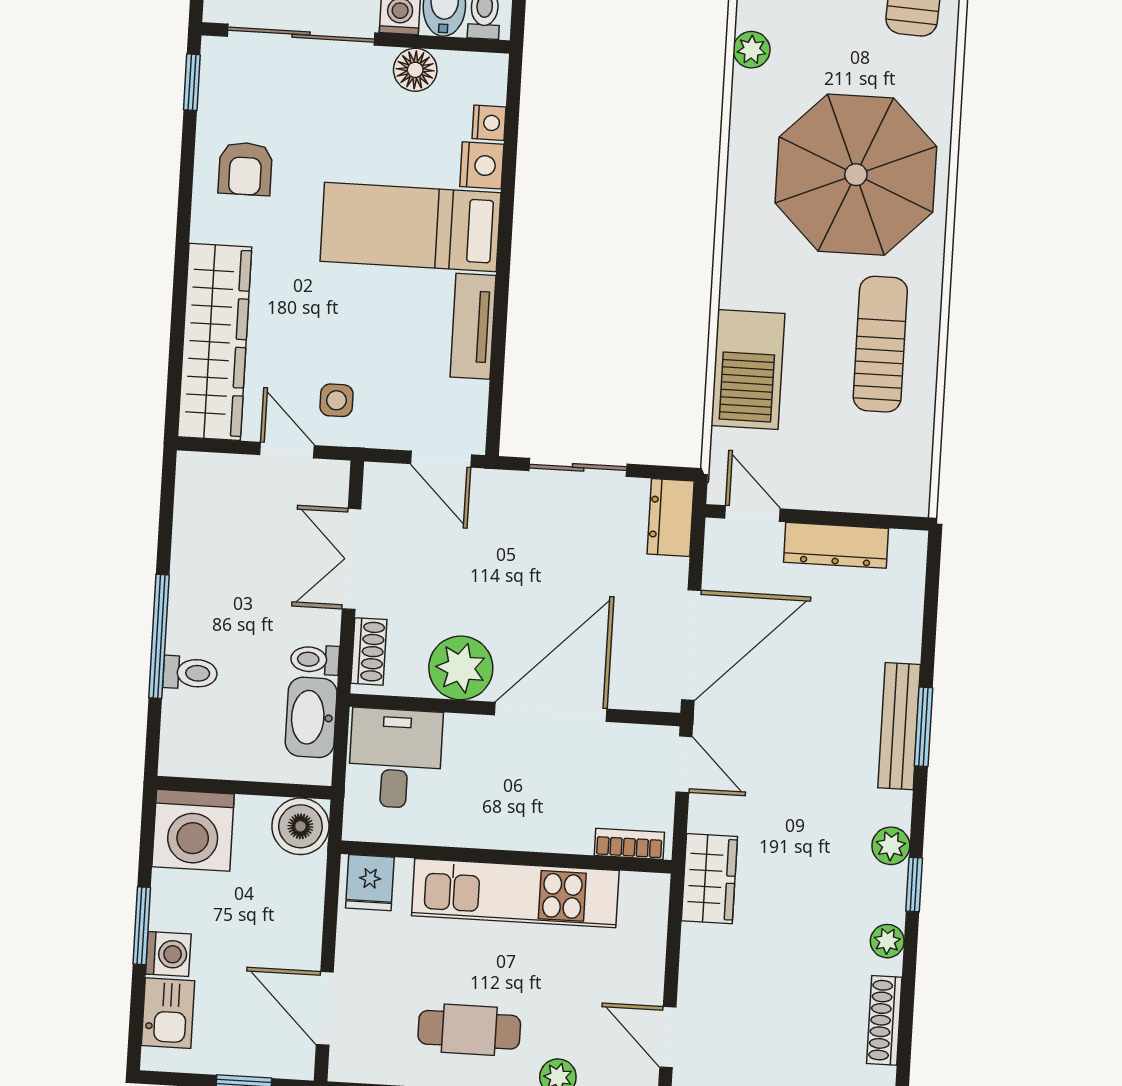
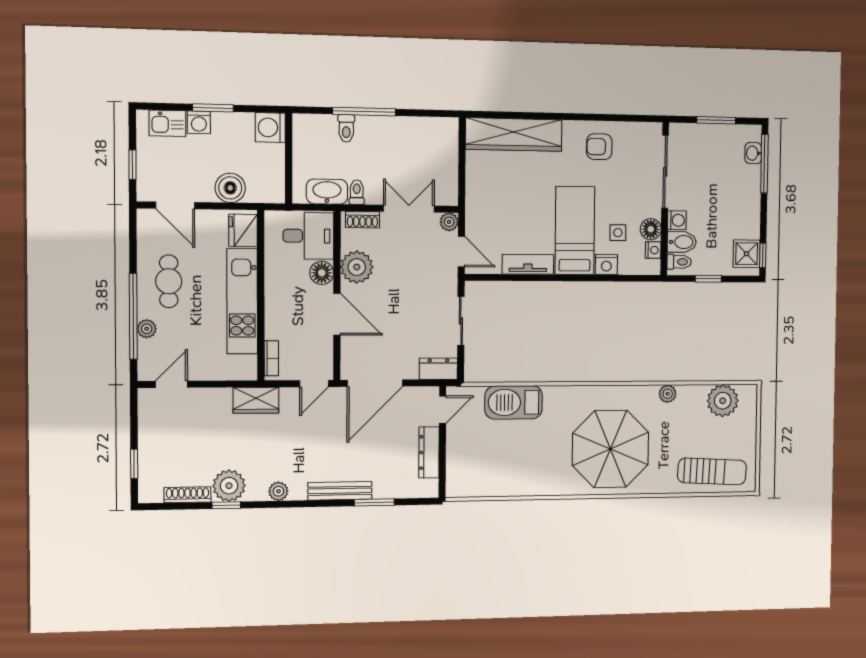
window: (192, 82) -> (640, 118), removed
nightstand: (489, 123) -> (653, 250), moved, turned -90
sun lounger: (880, 344) -> (529, 467), removed
side table: (336, 400) -> (618, 233), moved
door: (287, 450) -> (462, 173), removed
door: (441, 459) -> (461, 252), swing flipped
plant: (381, 481) -> (449, 222), added
door: (691, 645) -> (375, 383), hinge flipped
door: (551, 712) -> (337, 314), width x0.73
window: (923, 727) -> (374, 502), moved
floor lamp: (469, 737) -> (322, 273), added
boiler: (300, 826) -> (230, 188), moved
washing machine: (193, 830) -> (270, 127), width x0.73, depth x0.73
fridge: (370, 883) -> (243, 230), width x1.38
window: (914, 885) -> (226, 505), moved
plant: (887, 941) -> (229, 486), width x1.88, depth x1.88
door: (325, 1008) -> (175, 205), swing flipped

